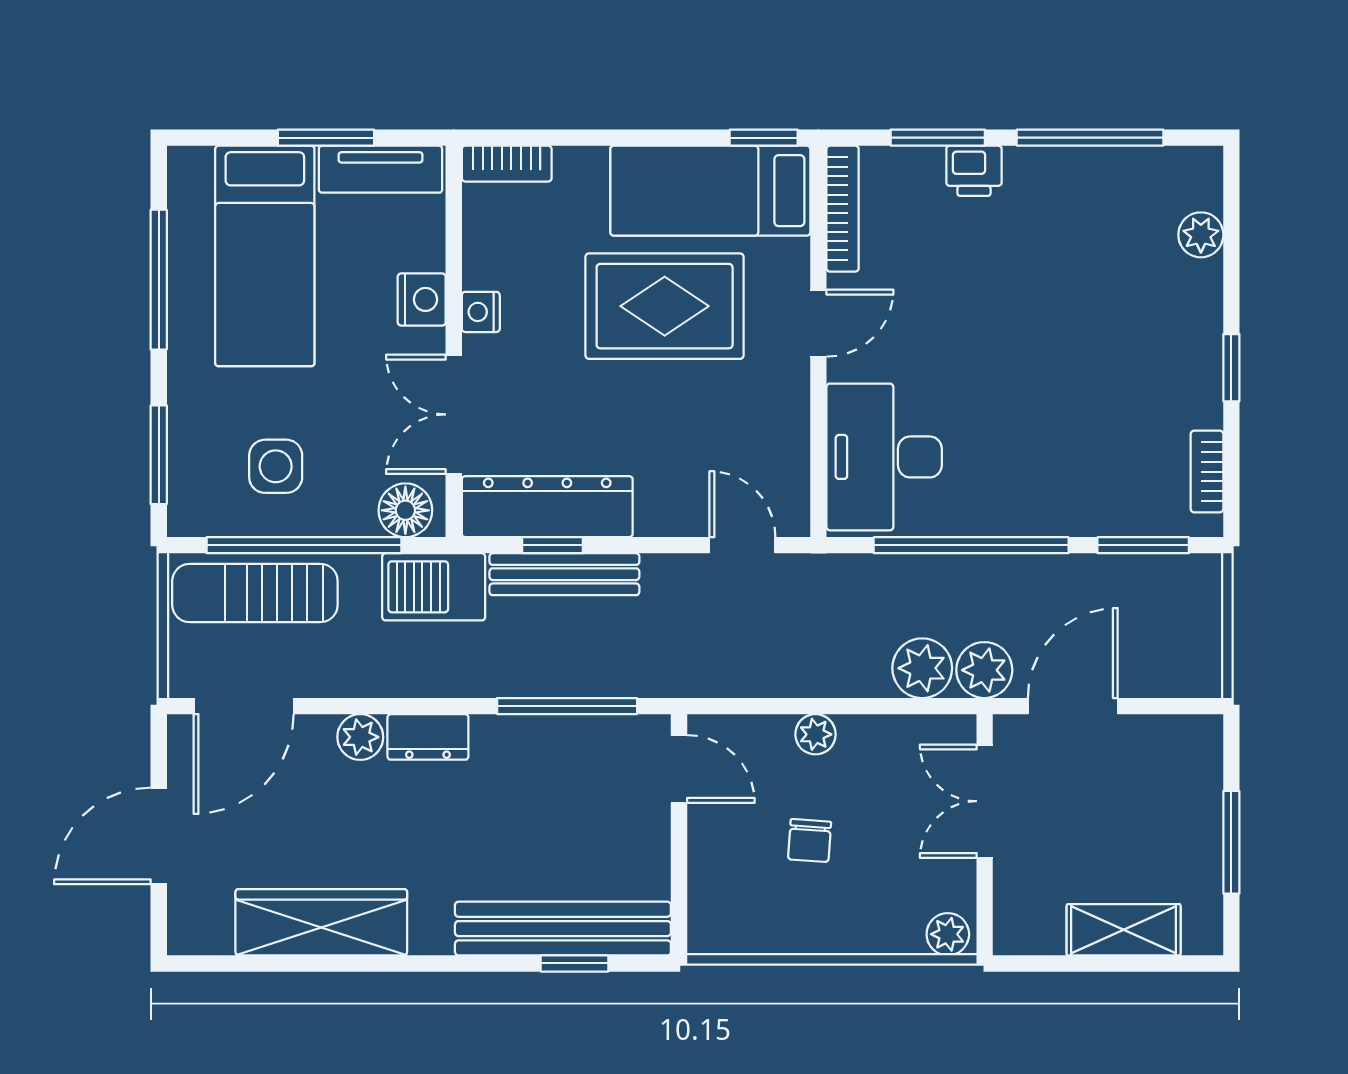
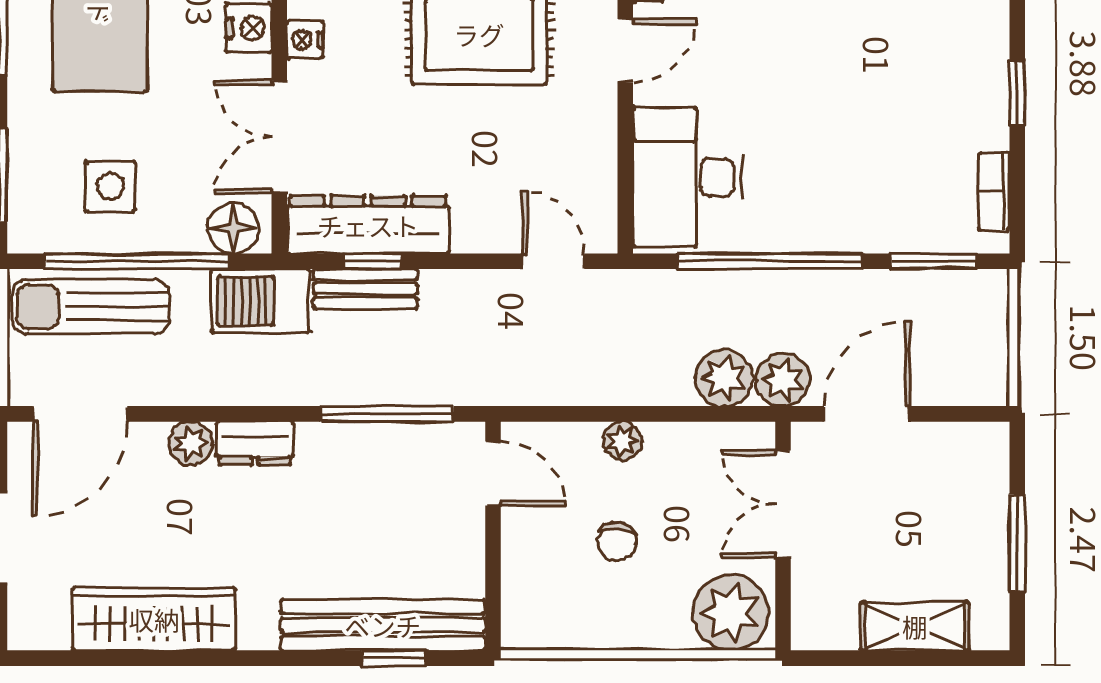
bench: (564, 574) -> (365, 289), width x0.73
plant: (948, 934) -> (730, 613), width x1.87, depth x1.87

